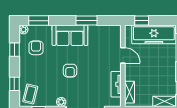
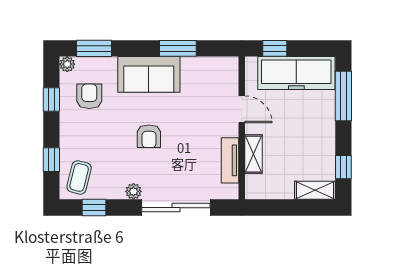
shelving: (129, 92) -> (253, 154), moved

